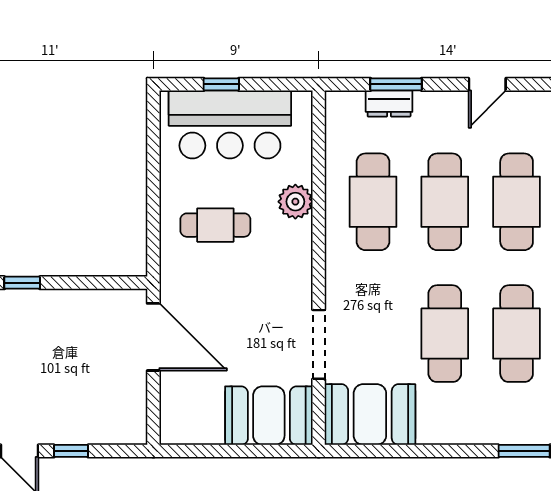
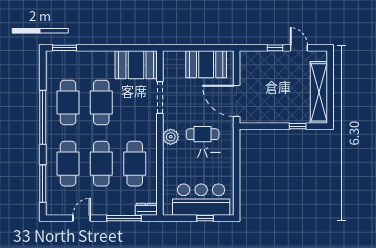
window: (396, 84) -> (124, 218), width x1.44
dresser: (389, 104) -> (146, 209), moved
plant: (295, 202) -> (171, 137), moved
cafe table: (215, 225) -> (203, 134), moved
booth: (269, 416) -> (206, 64), moved

